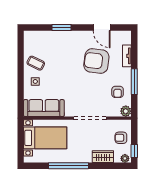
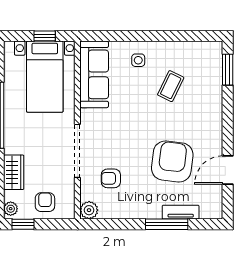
window: (61, 28) -> (228, 70), moved
coffee table: (36, 63) -> (171, 86), moved
window: (134, 82) -> (167, 224), moved
armchair: (118, 92) -> (111, 178), moved
window: (21, 138) -> (45, 36), added

